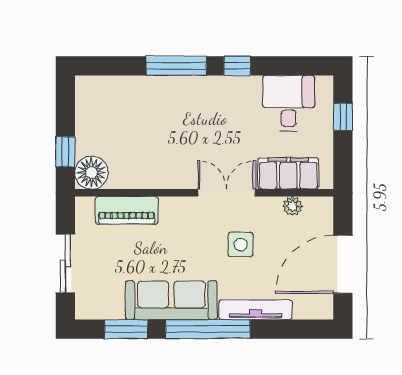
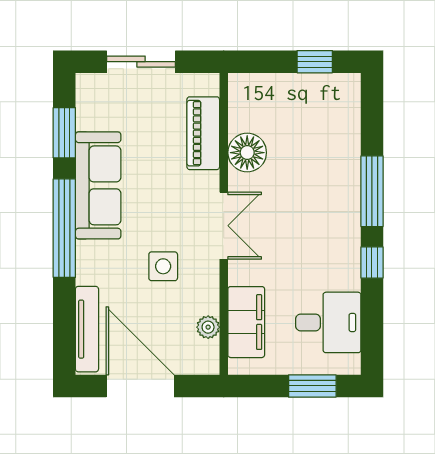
window: (343, 117) -> (312, 386), width x1.50
window: (65, 152) -> (315, 62), moved
floor lamp: (91, 173) -> (247, 153), moved
double door: (227, 193) -> (224, 226), moved
tv unit: (256, 310) -> (87, 329), moved

